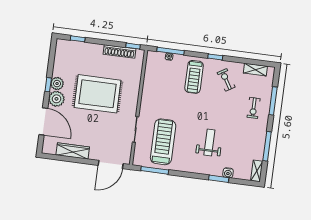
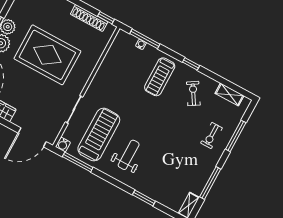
weight bench: (209, 143) -> (129, 155), moved
water cooler: (228, 173) -> (63, 145), moved

